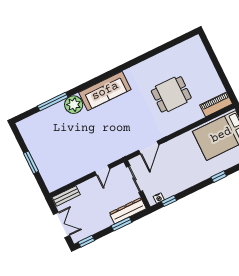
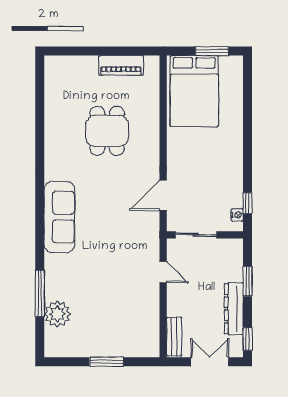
piano: (216, 104) -> (121, 65), moved, turned -90
plant: (74, 105) -> (57, 314), moved
door: (149, 147) -> (163, 195), swing flipped
window: (219, 177) -> (248, 121), removed
dresser: (128, 211) -> (234, 309), moved

